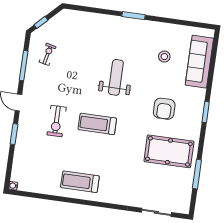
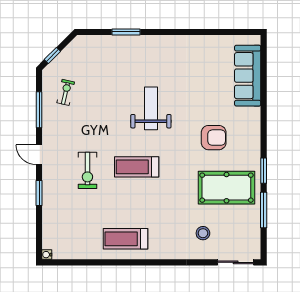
window: (133, 16) -> (126, 32), moved
stool: (164, 57) -> (203, 233), moved
armchair: (164, 109) -> (214, 138), turned -90
window: (206, 112) -> (264, 171), moved
sliding door: (156, 212) -> (236, 262), moved

